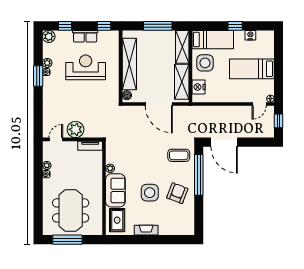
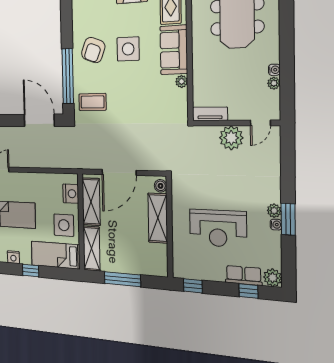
row of seats: (85, 36) -> (244, 275), moved
plant: (47, 63) -> (274, 211), moved
shelving: (129, 64) -> (158, 218), width x0.68
door: (159, 104) -> (119, 172), swing flipped

